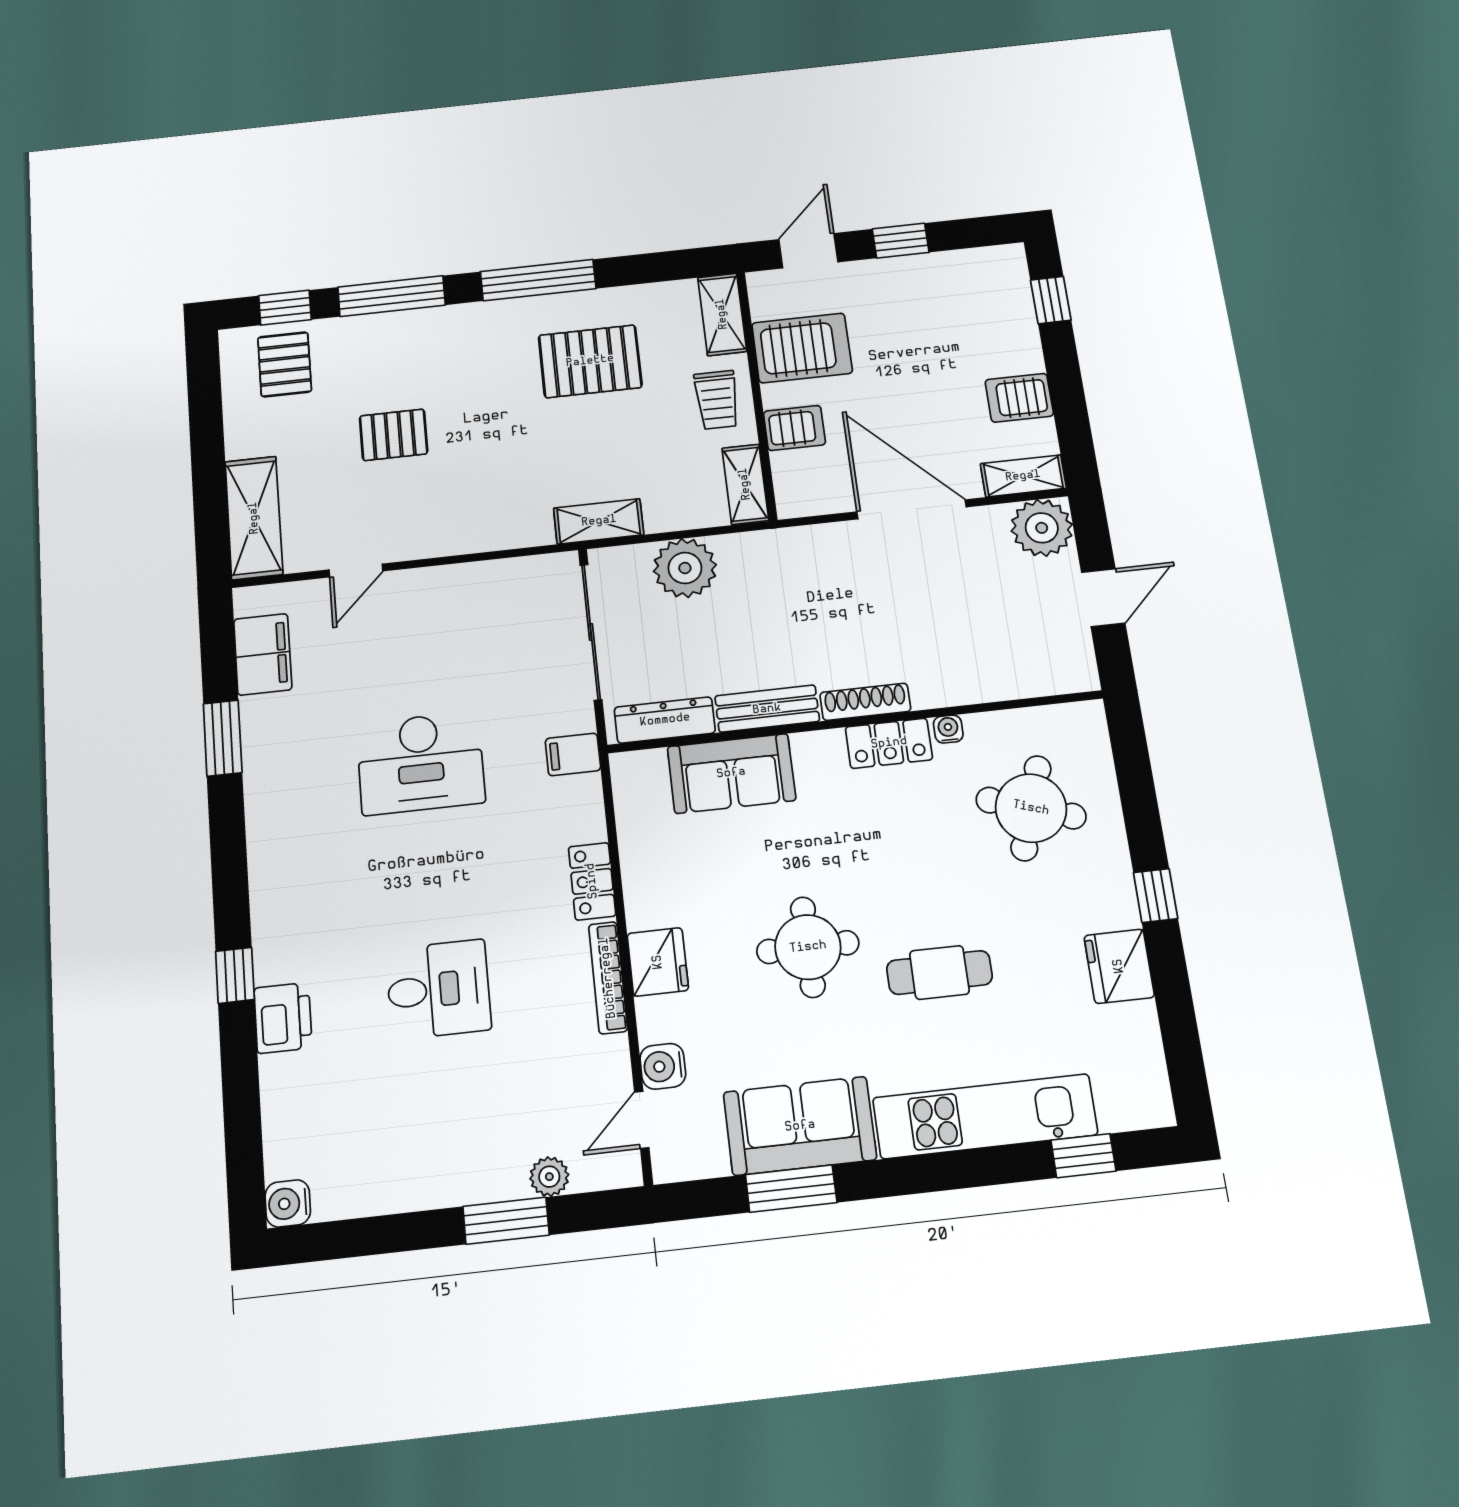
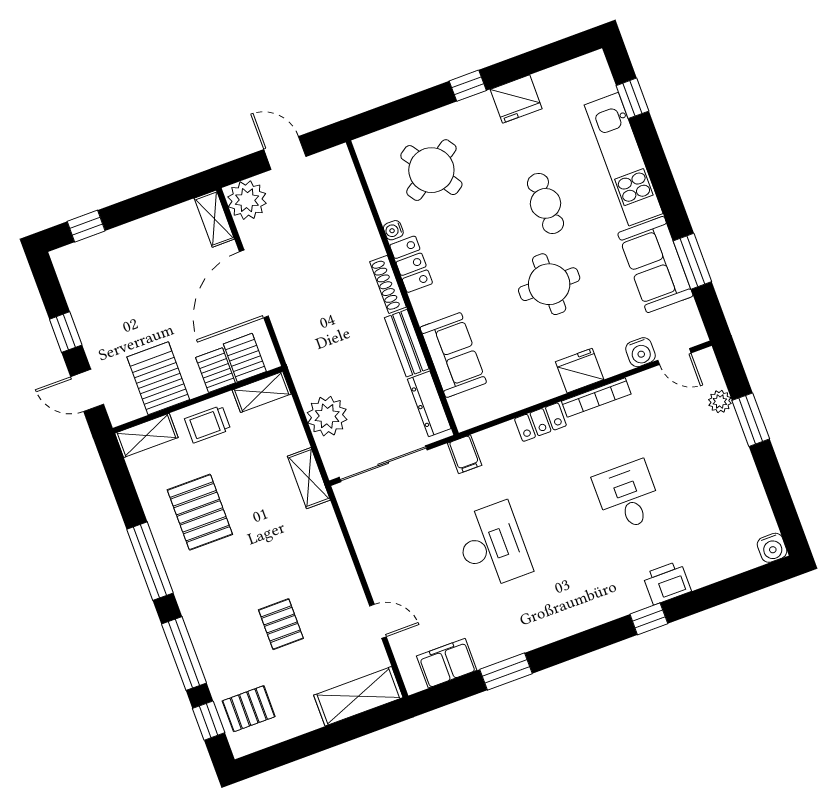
server rack: (1019, 398) -> (245, 358), moved, turned 180
trolley: (717, 400) -> (208, 424), turned 180
round table: (1031, 808) -> (431, 170), turned 38

